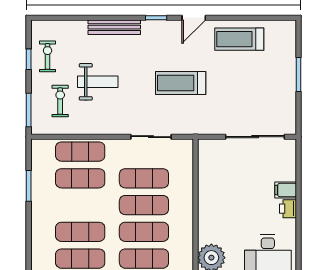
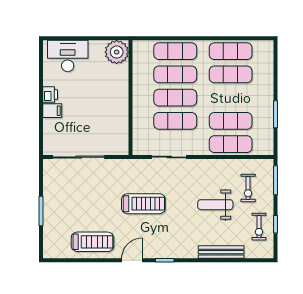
bench: (114, 27) -> (221, 252), moved

